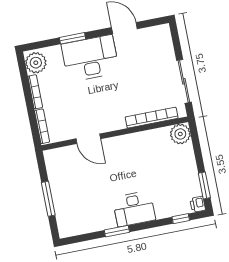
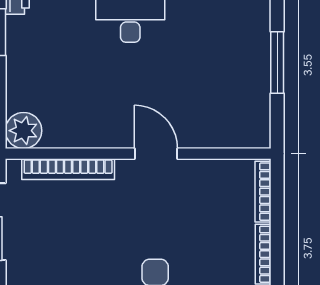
door: (88, 139) -> (156, 154), moved

